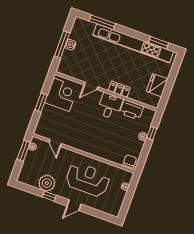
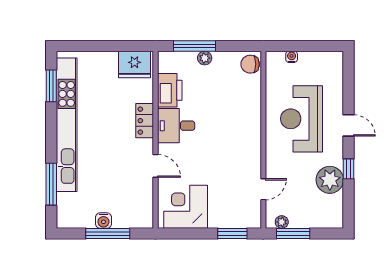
fridge: (157, 85) -> (134, 64), moved
window: (41, 102) -> (232, 234), moved
window: (152, 133) -> (194, 46), width x2.17

